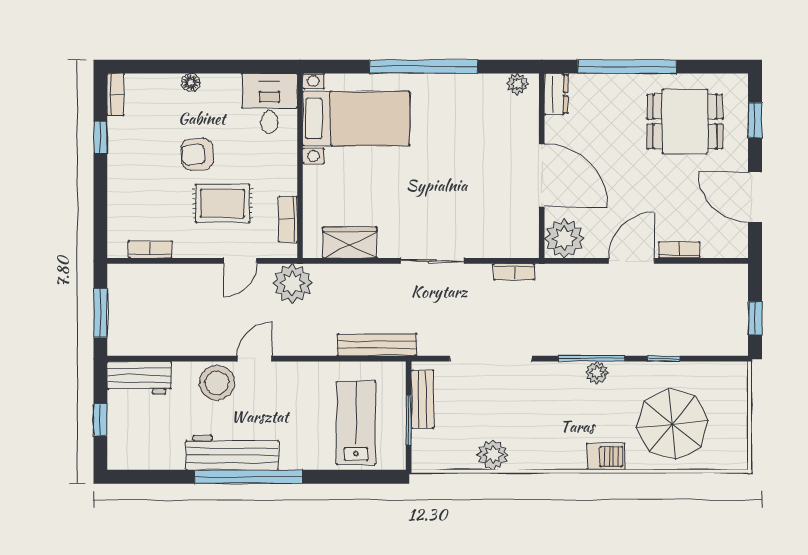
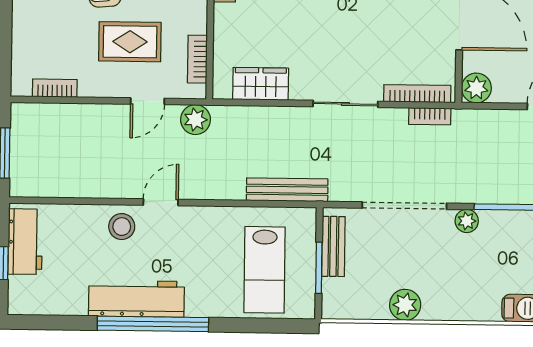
plant: (564, 238) -> (476, 88), width x0.73, depth x0.73
bookcase: (502, 250) -> (417, 94), added
plant: (292, 283) -> (196, 120), width x0.73, depth x0.73
plant: (597, 373) -> (467, 221), moved
workbench: (139, 378) -> (25, 242), moved, turned -90
stool: (217, 383) -> (122, 227), width x0.73, depth x0.73
lab bench: (356, 423) -> (265, 270), turned 180

